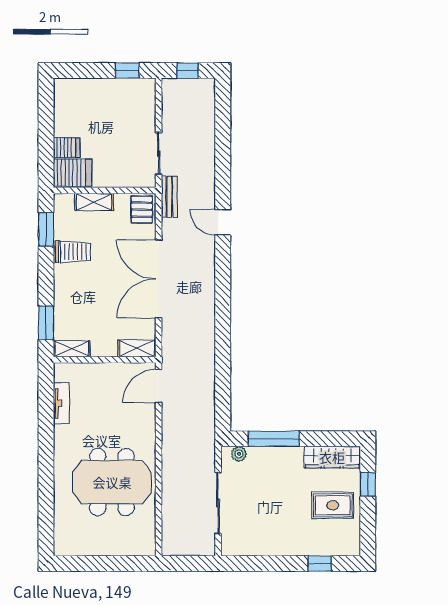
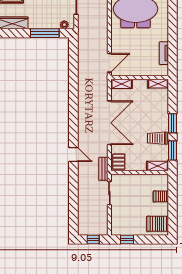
server rack: (73, 173) -> (158, 224), moved
shelving: (94, 202) -> (157, 166), moved
window: (46, 323) -> (172, 123), moved

